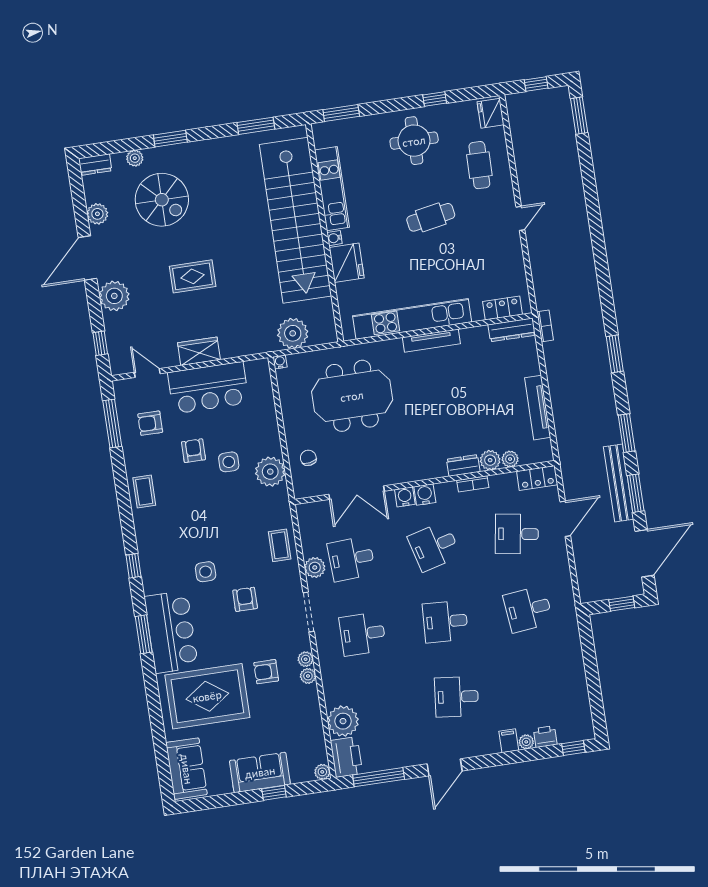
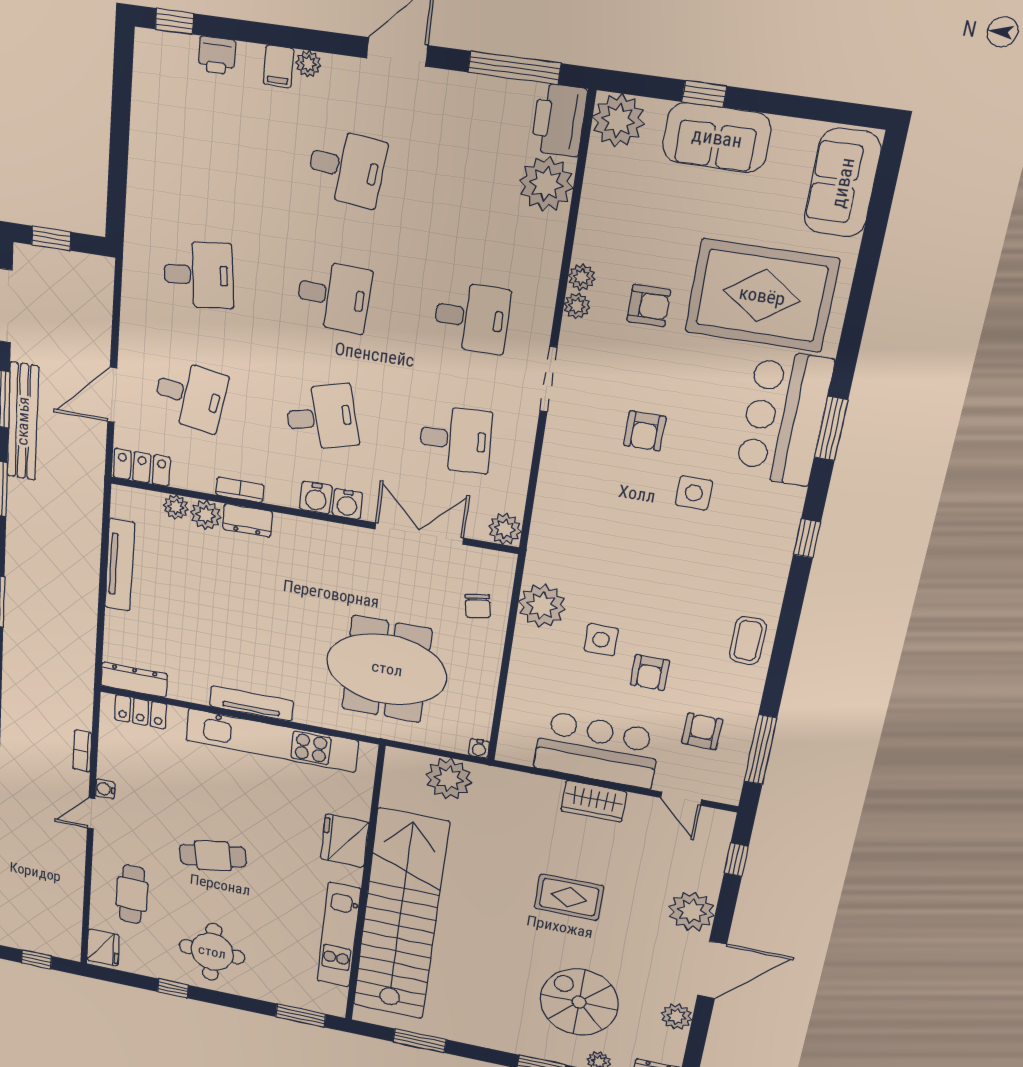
water cooler: (335, 238) -> (105, 789), moved, turned 180
bookcase: (545, 326) -> (82, 751), moved
armchair: (150, 423) -> (702, 731), turned -89
coffee table: (280, 545) -> (562, 495), removed
plant: (315, 567) -> (505, 529), moved
plant: (526, 742) -> (308, 64), moved
plant: (322, 772) -> (618, 120), width x1.88, depth x1.88

